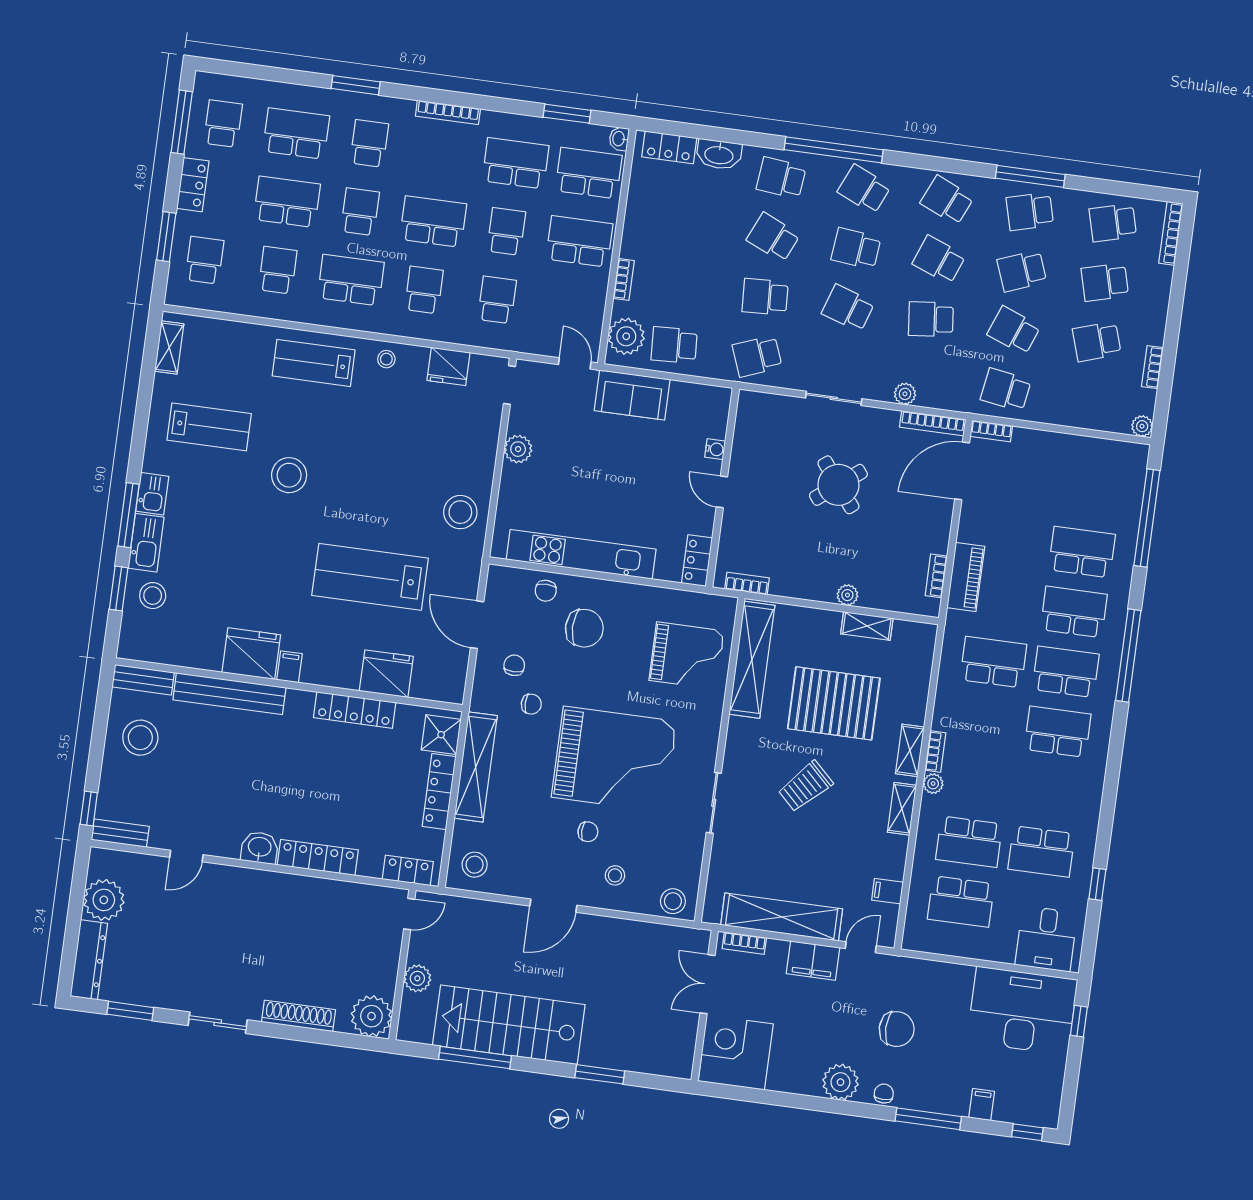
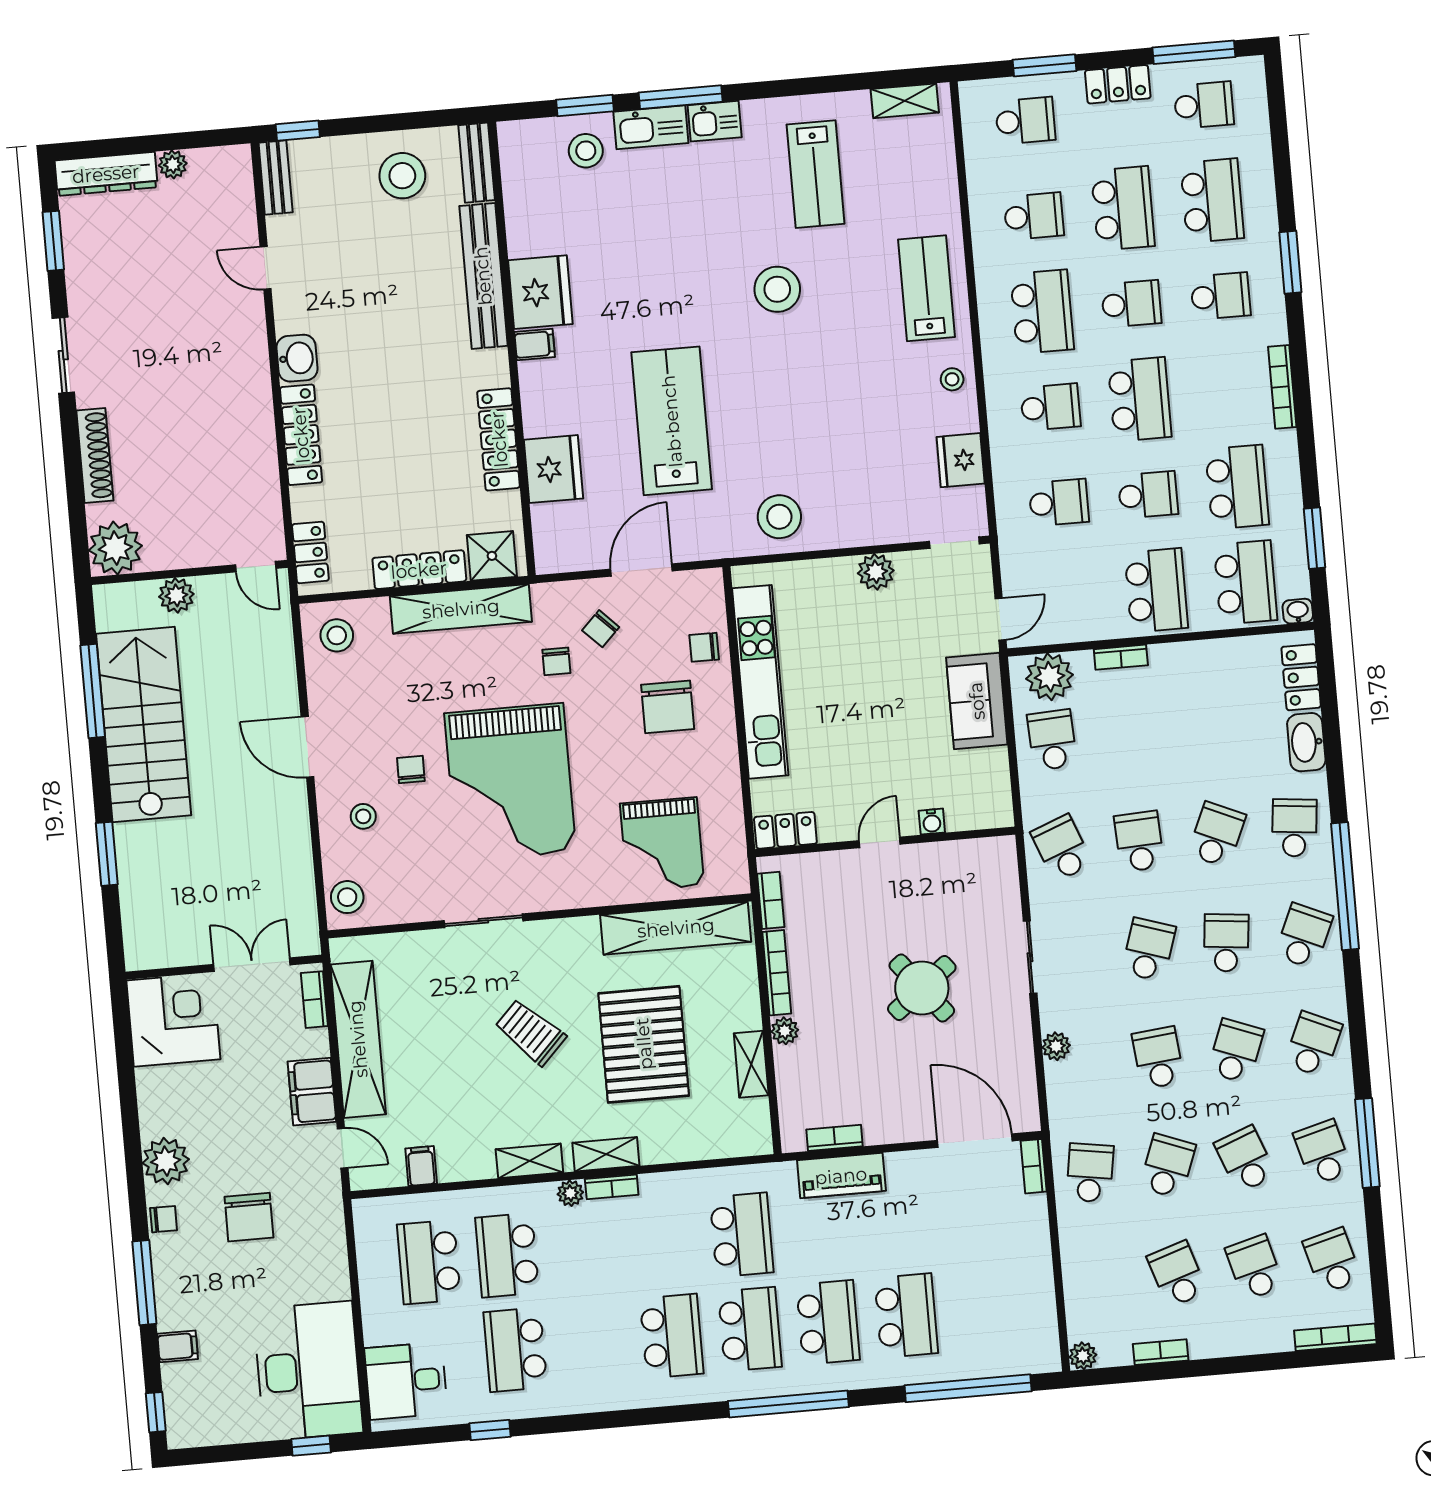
bookcase: (933, 423) -> (777, 973), moved, turned 180
chair: (514, 665) -> (601, 629), turned 135
chair: (588, 832) -> (411, 770), turned 180
plant: (104, 900) -> (173, 164), width x0.53, depth x0.53

